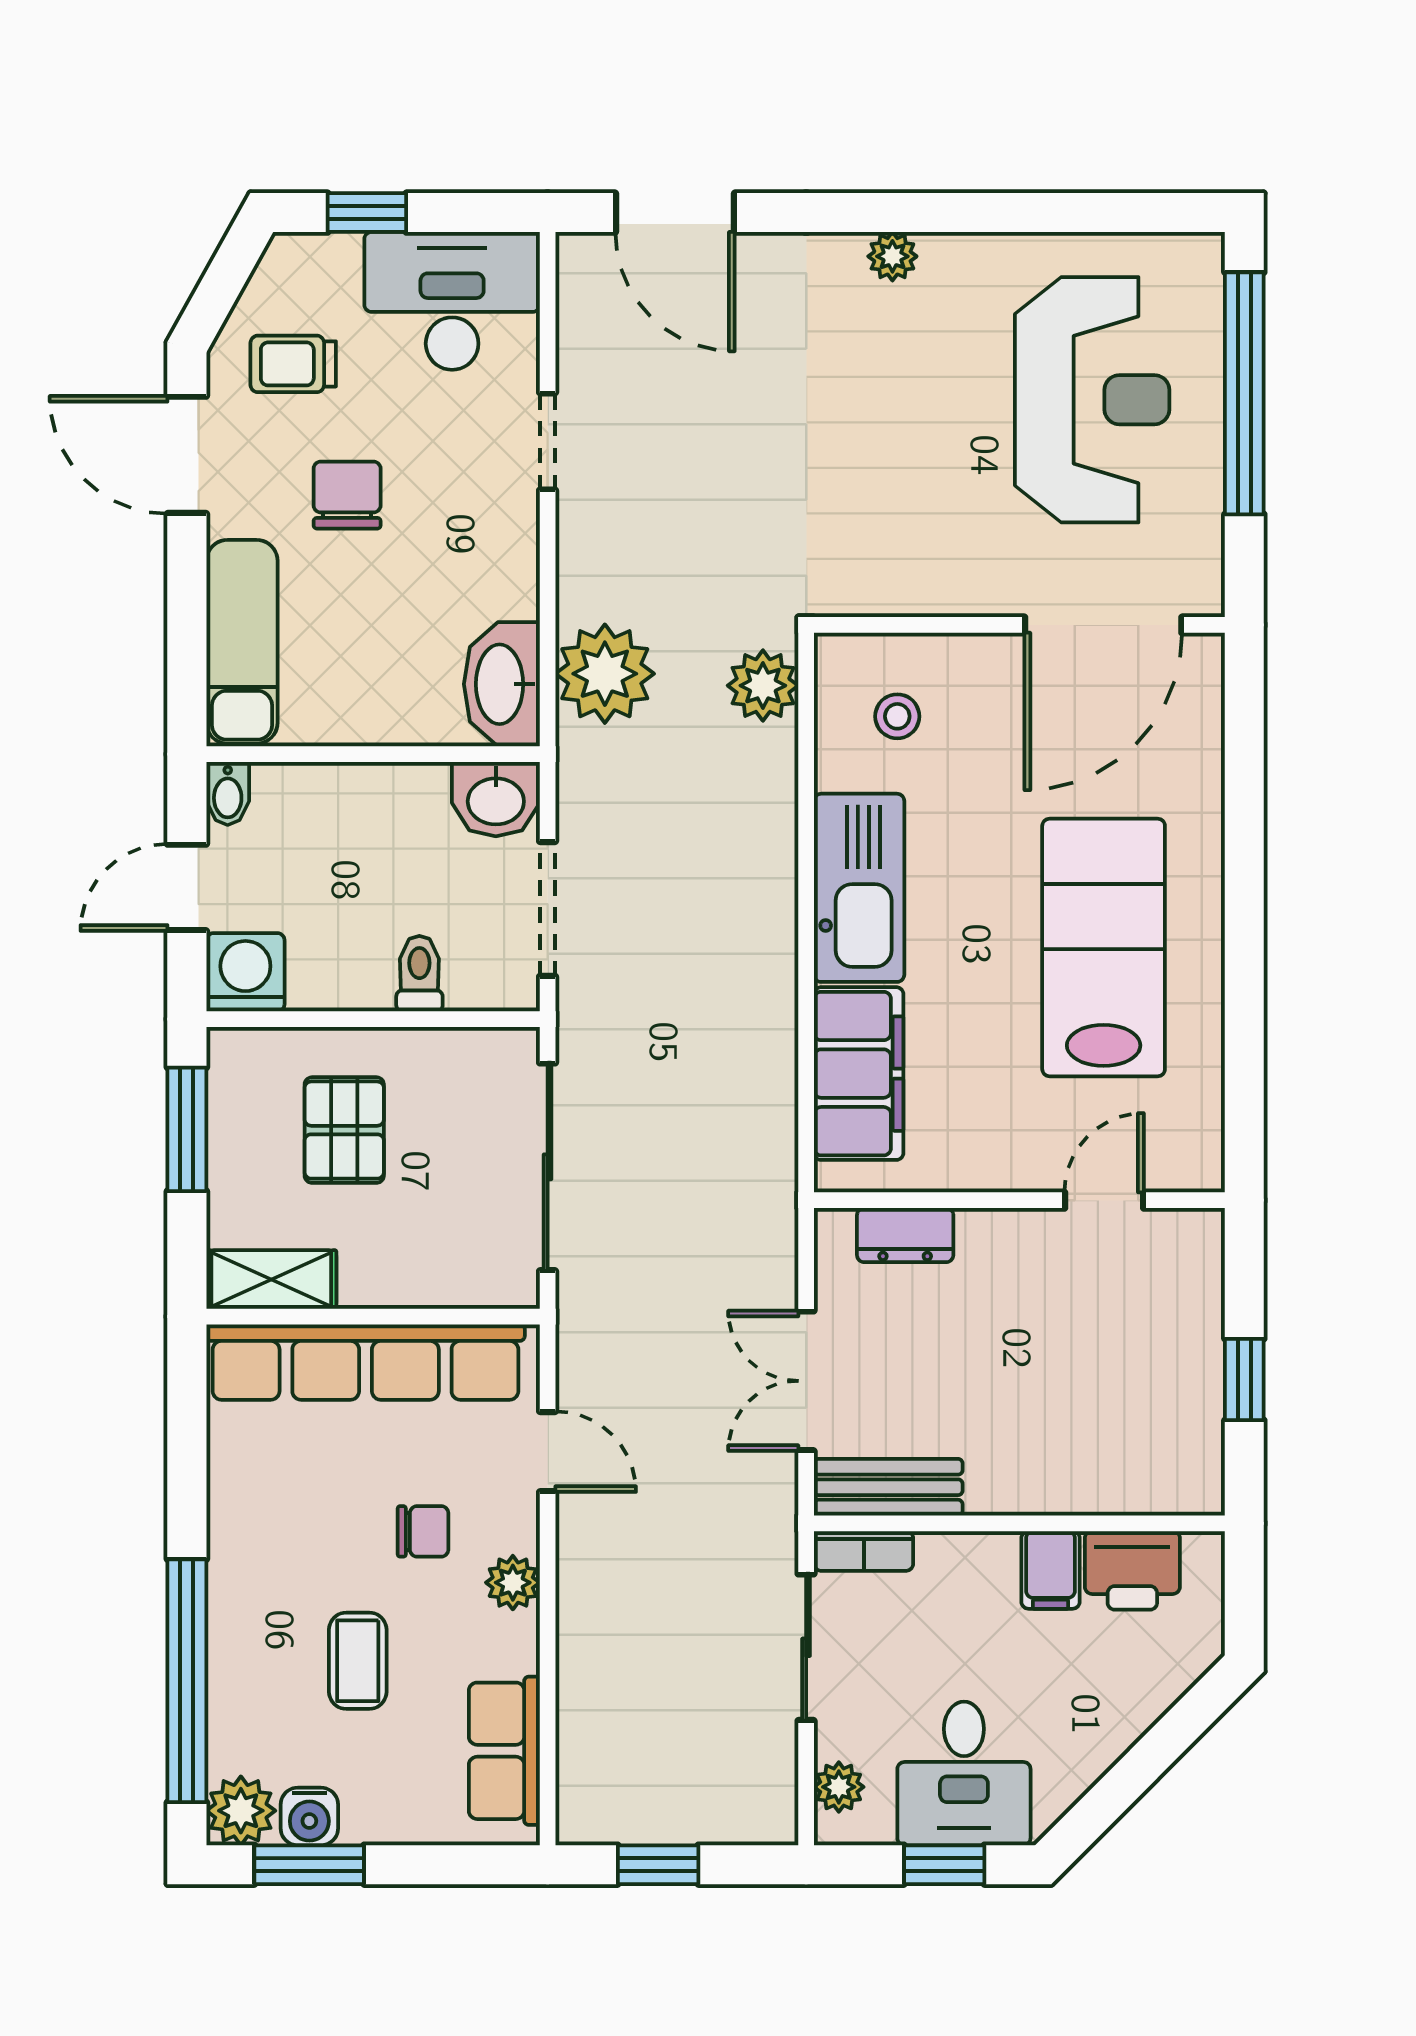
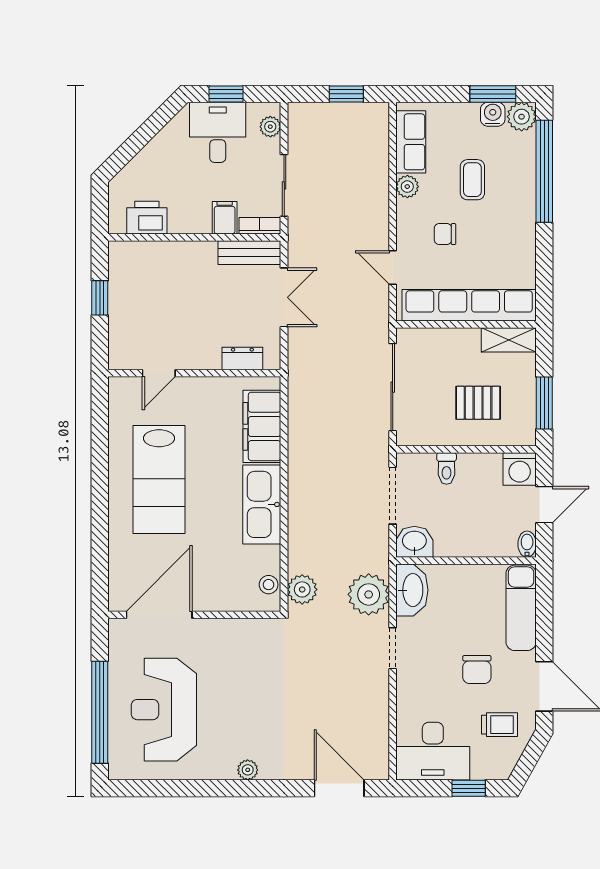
doorway: (548, 441) -> (393, 648), moved
stool: (897, 716) -> (269, 585), moved
pallet: (344, 1130) -> (478, 403), turned 90
filing cabinet: (1051, 1570) -> (225, 218), moved
plant: (513, 1583) -> (407, 187), moved

